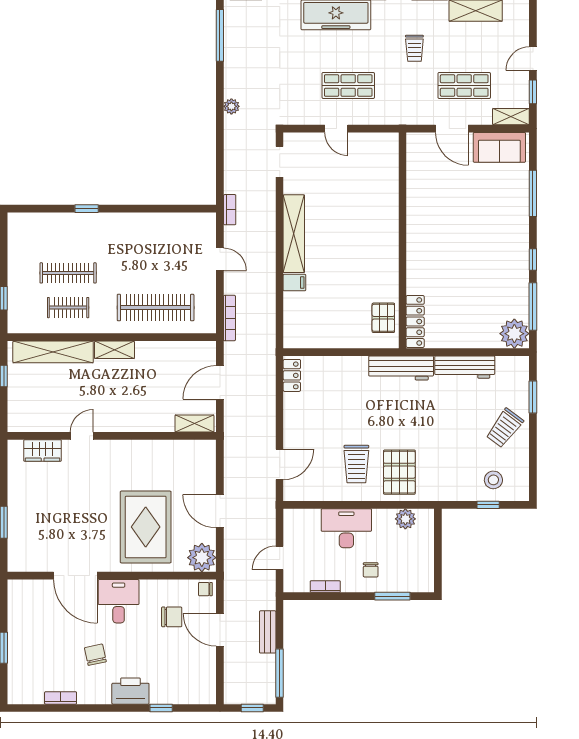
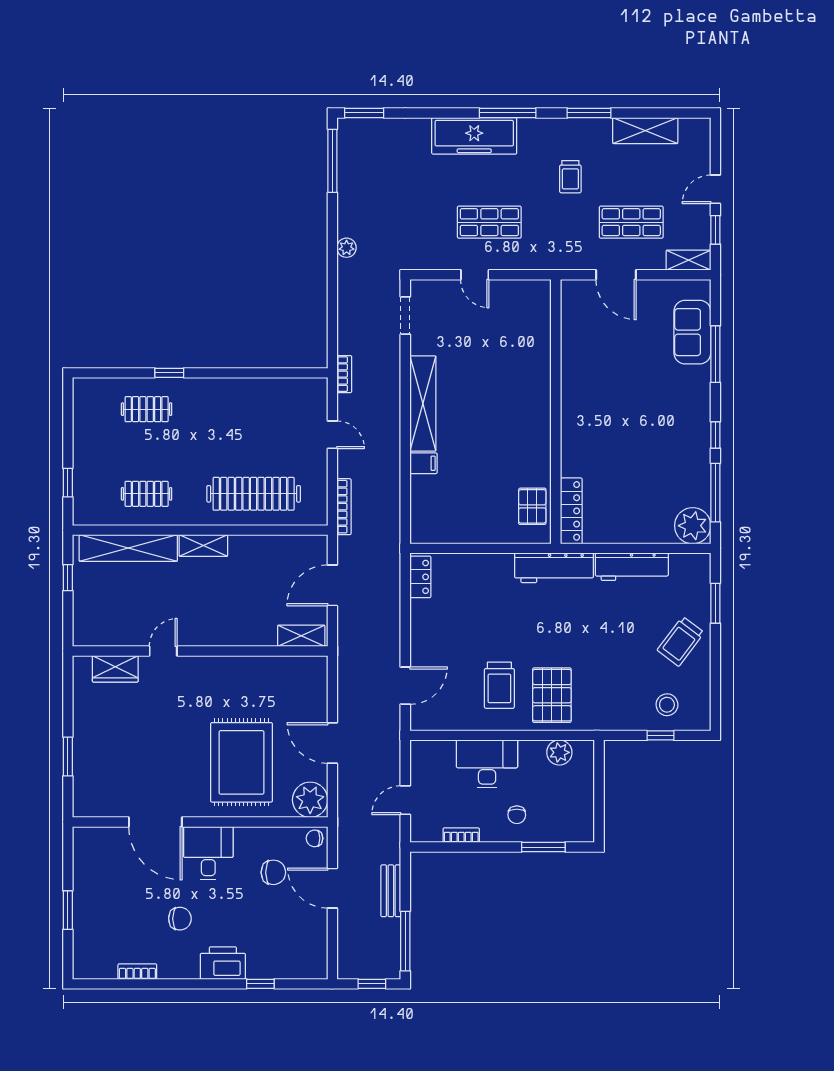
sofa: (499, 147) -> (692, 332), moved, turned 90
clothes rail: (68, 273) -> (147, 409), moved, width x0.73
chair: (95, 655) -> (180, 919), turned 102

